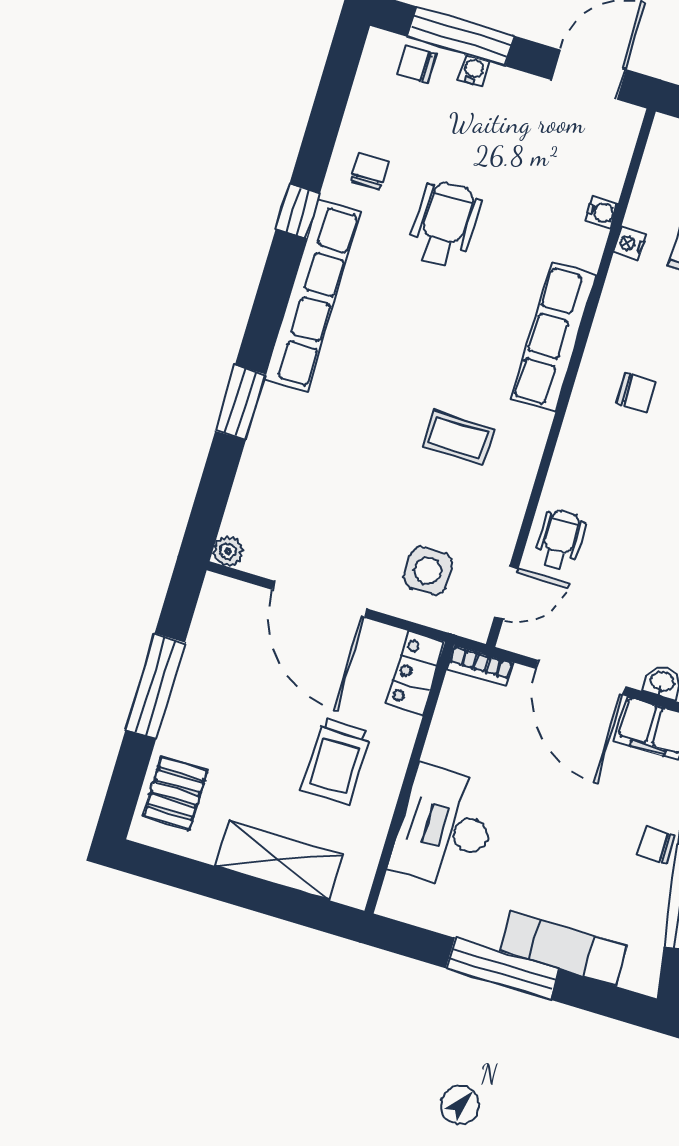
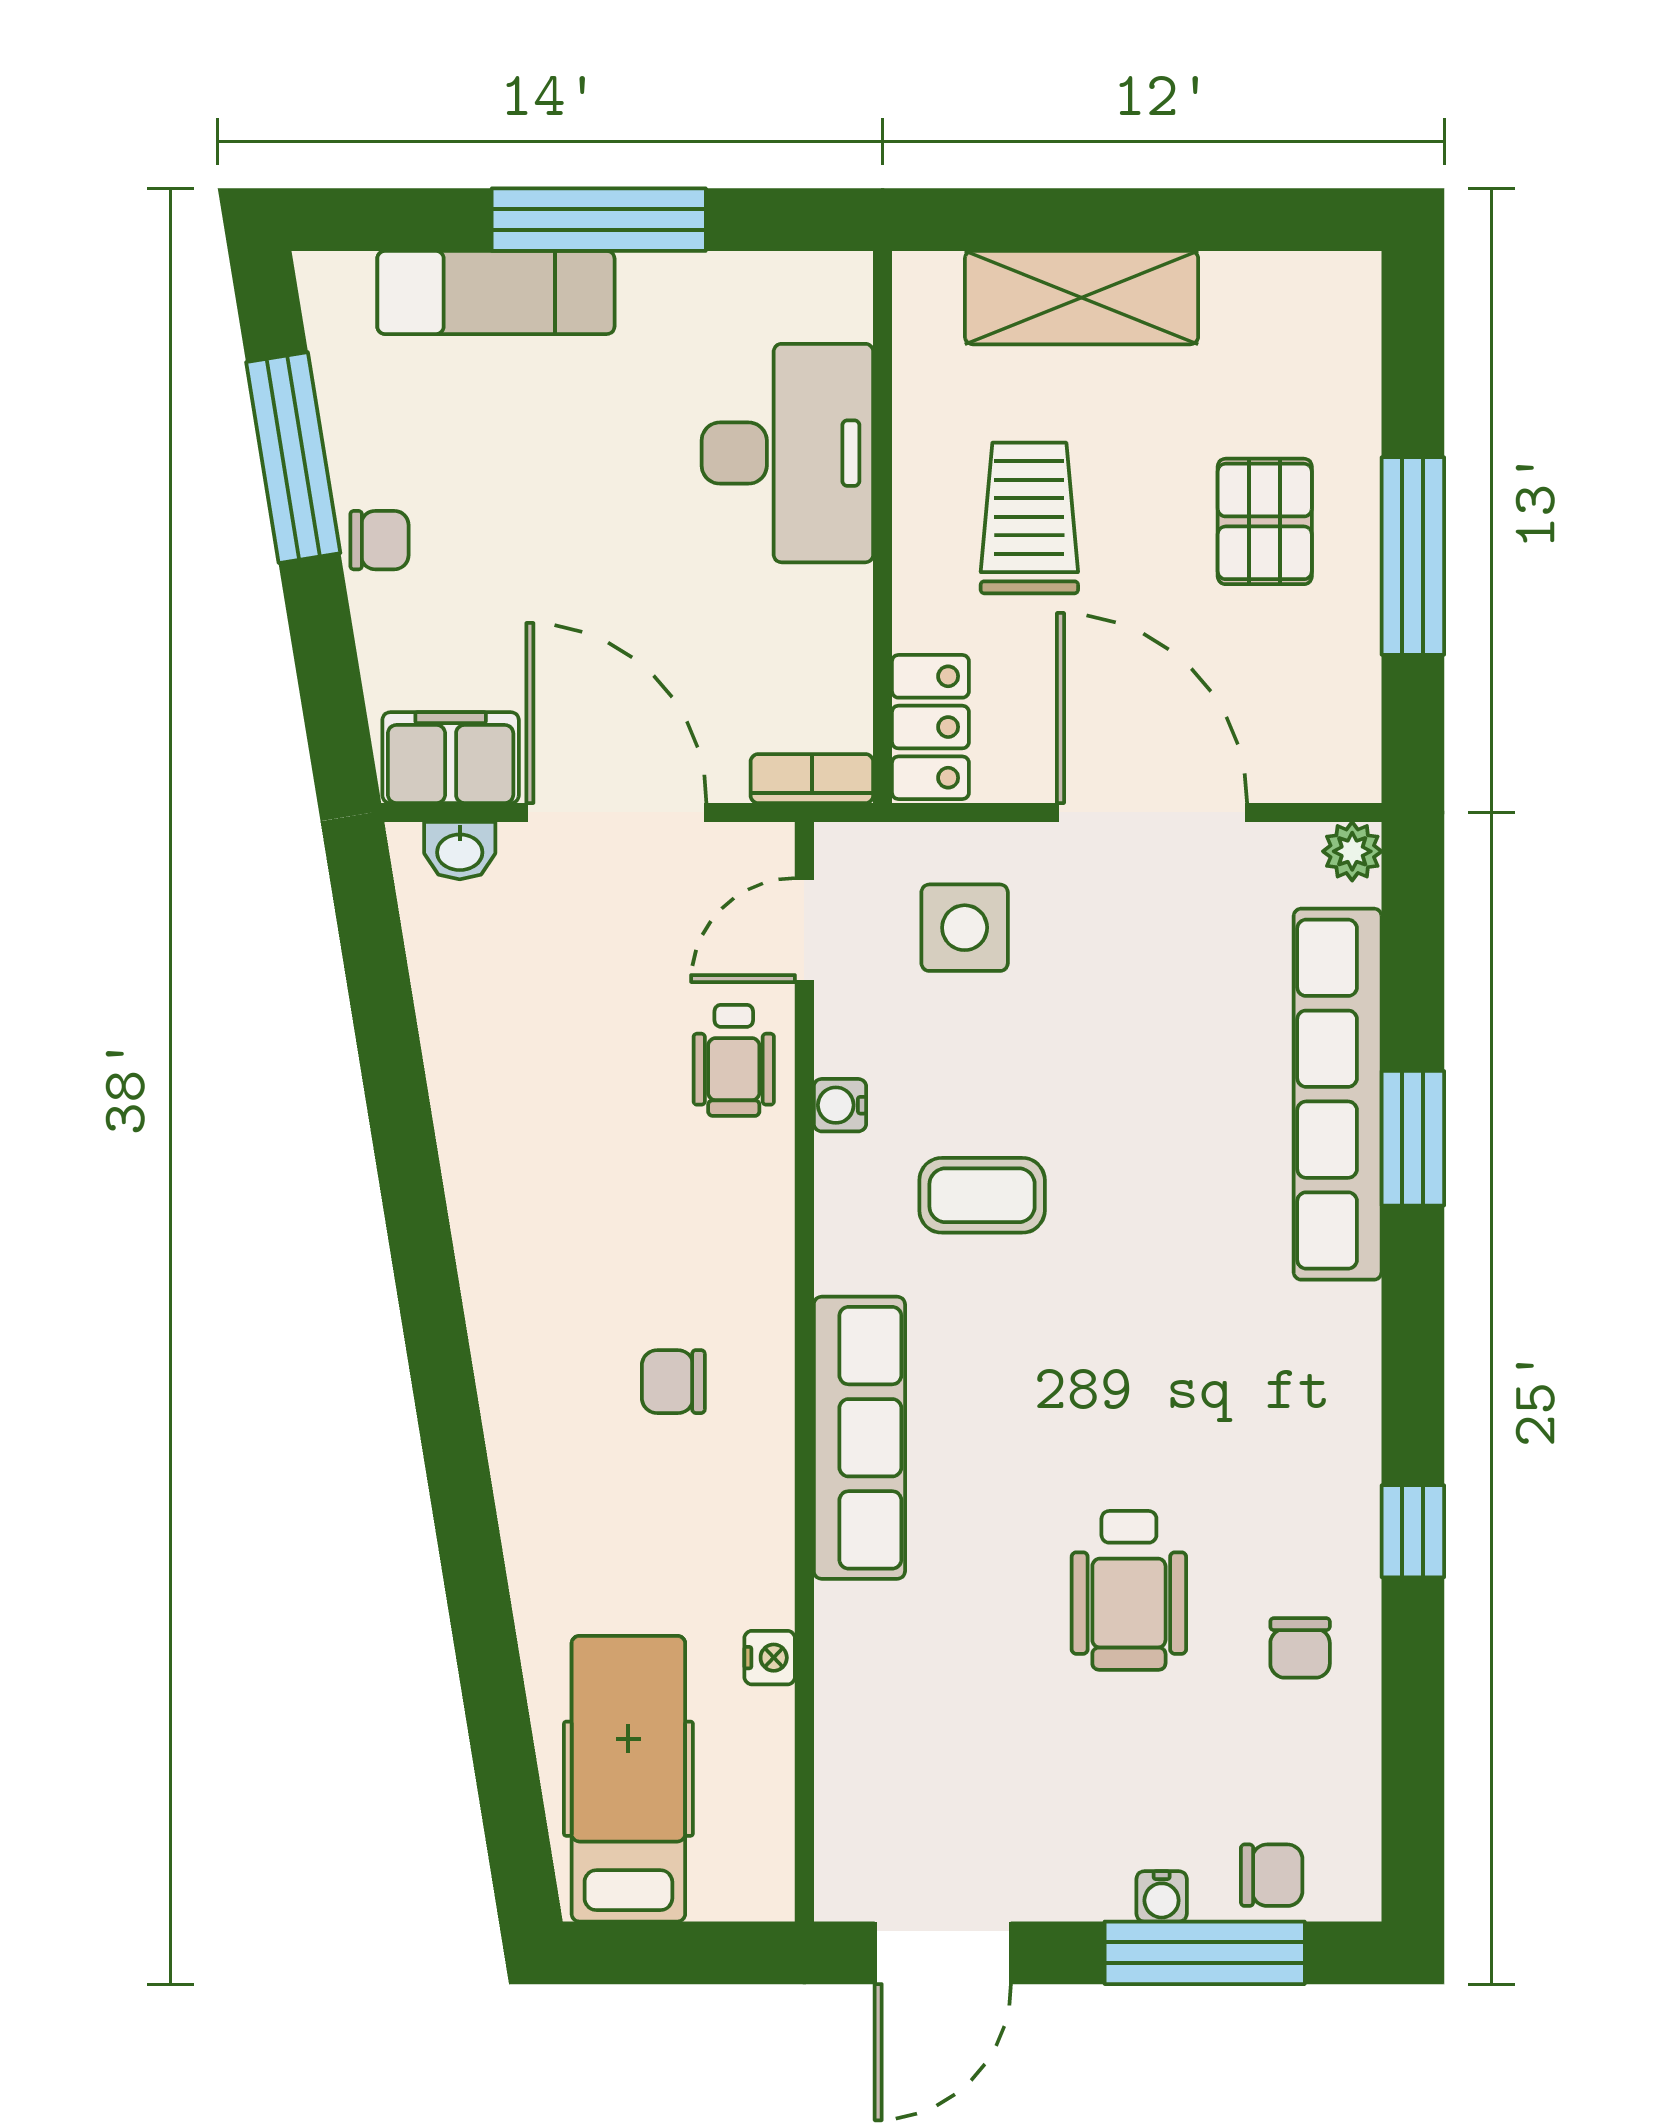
water cooler: (602, 212) -> (840, 1105), moved
row of seats: (312, 295) -> (1338, 1094), moved
pallet: (175, 793) -> (1265, 521), moved

